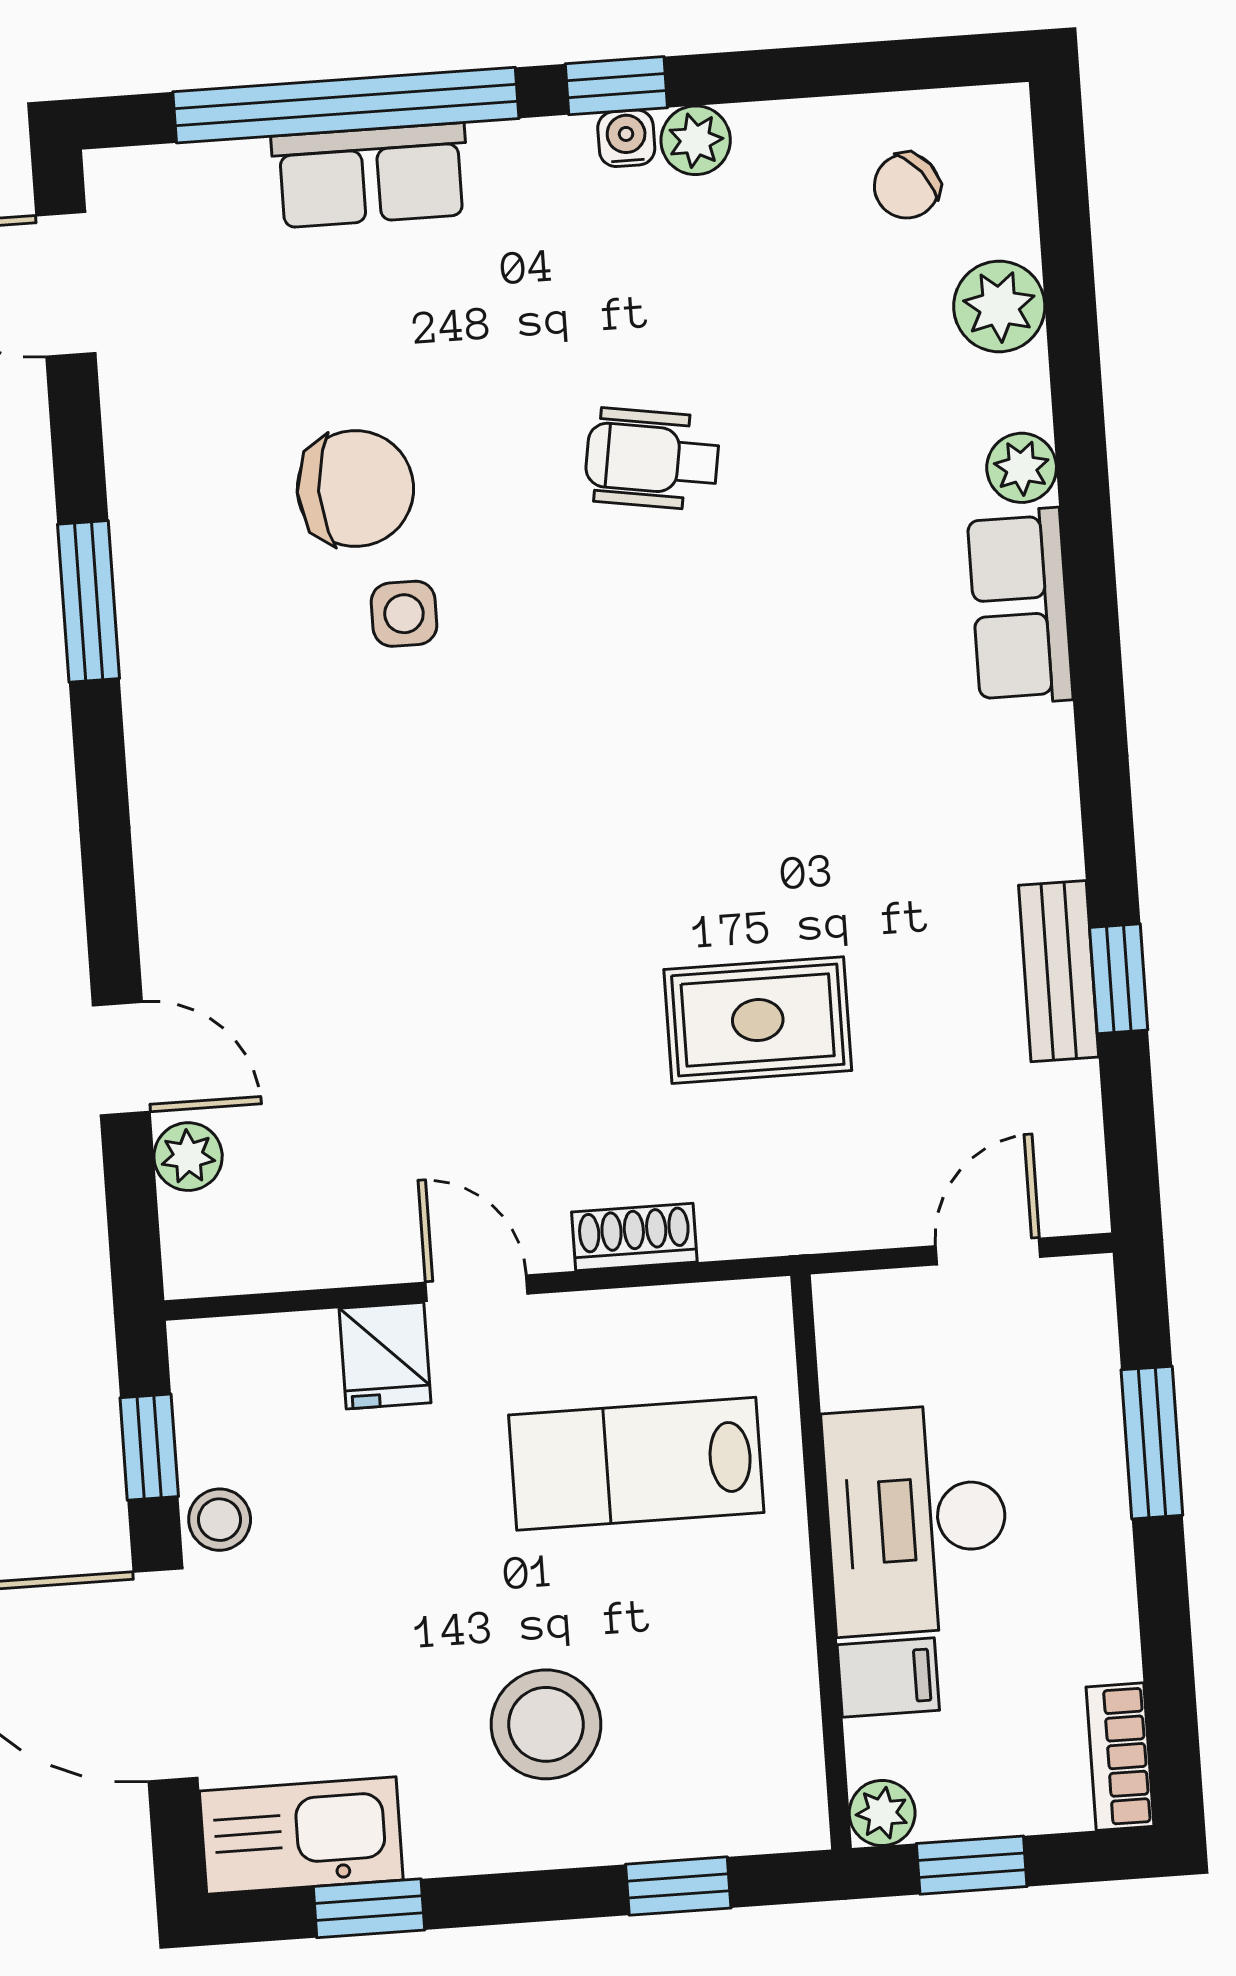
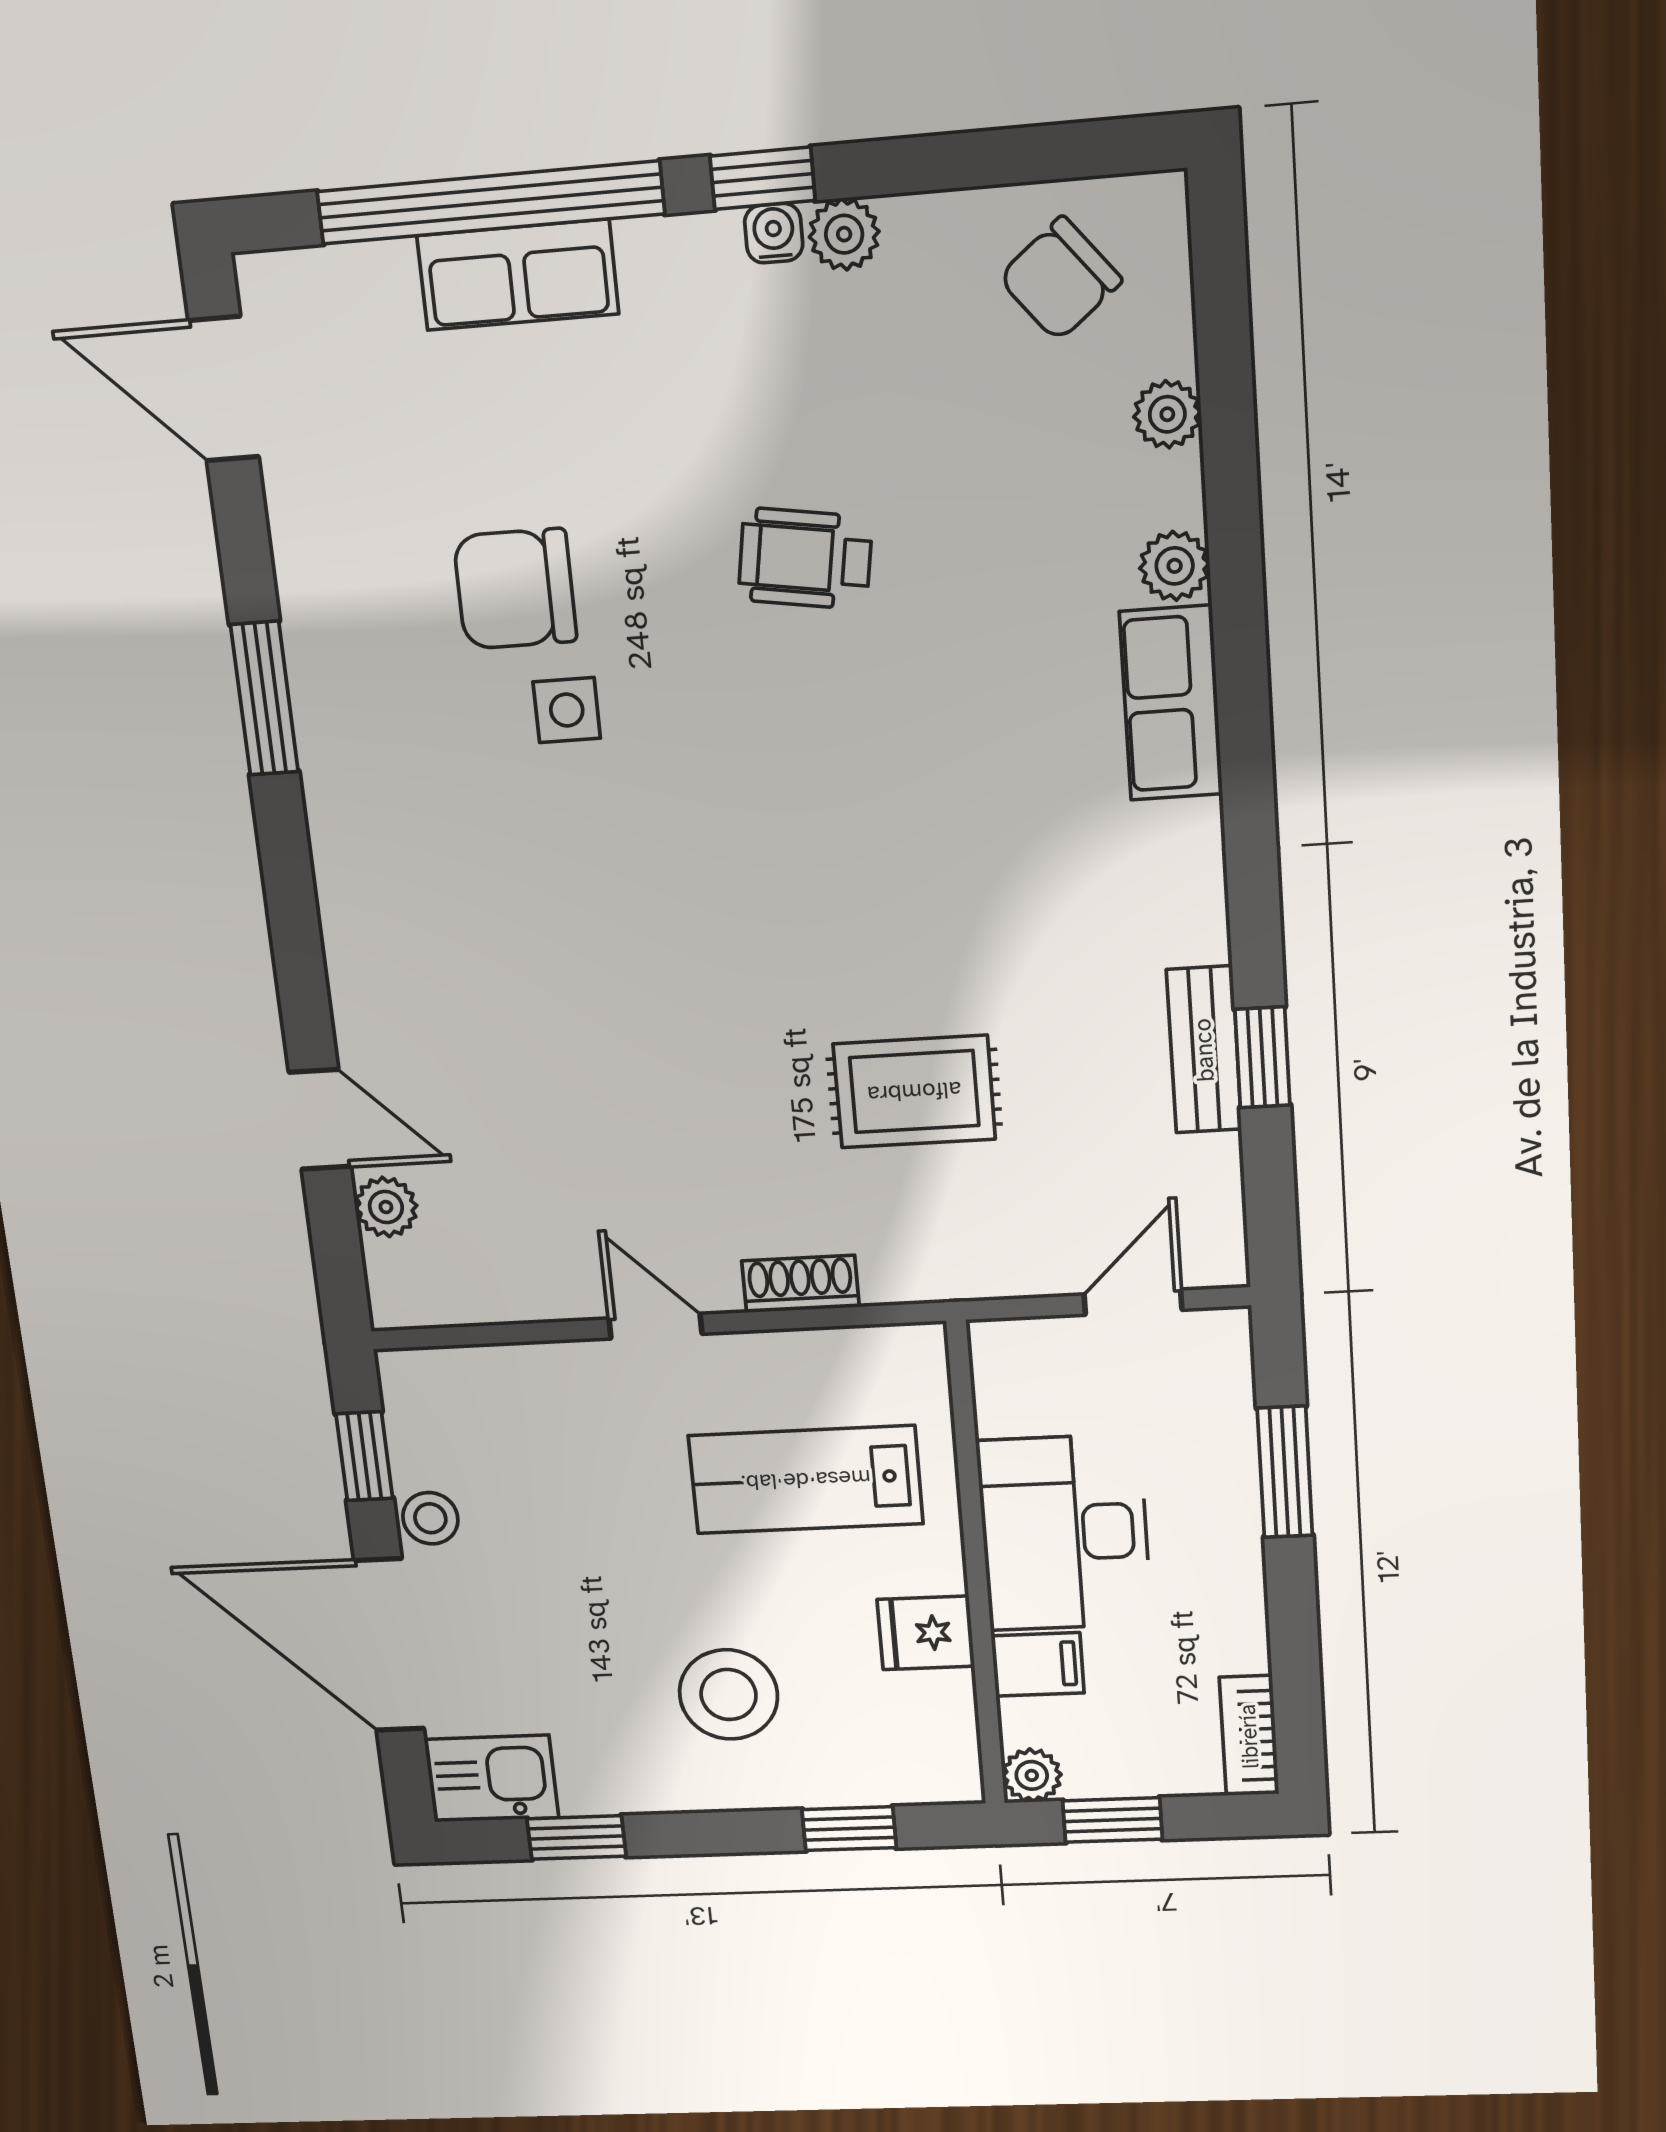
chair: (907, 186) -> (1060, 279), width x1.37, depth x1.37
plant: (999, 306) -> (1167, 414), width x0.73, depth x0.73
chair: (355, 489) -> (515, 589), turned 180
fridge: (385, 1356) -> (926, 1633), moved, turned 90
kitchen sink: (301, 1836) -> (491, 1779), width x0.73

